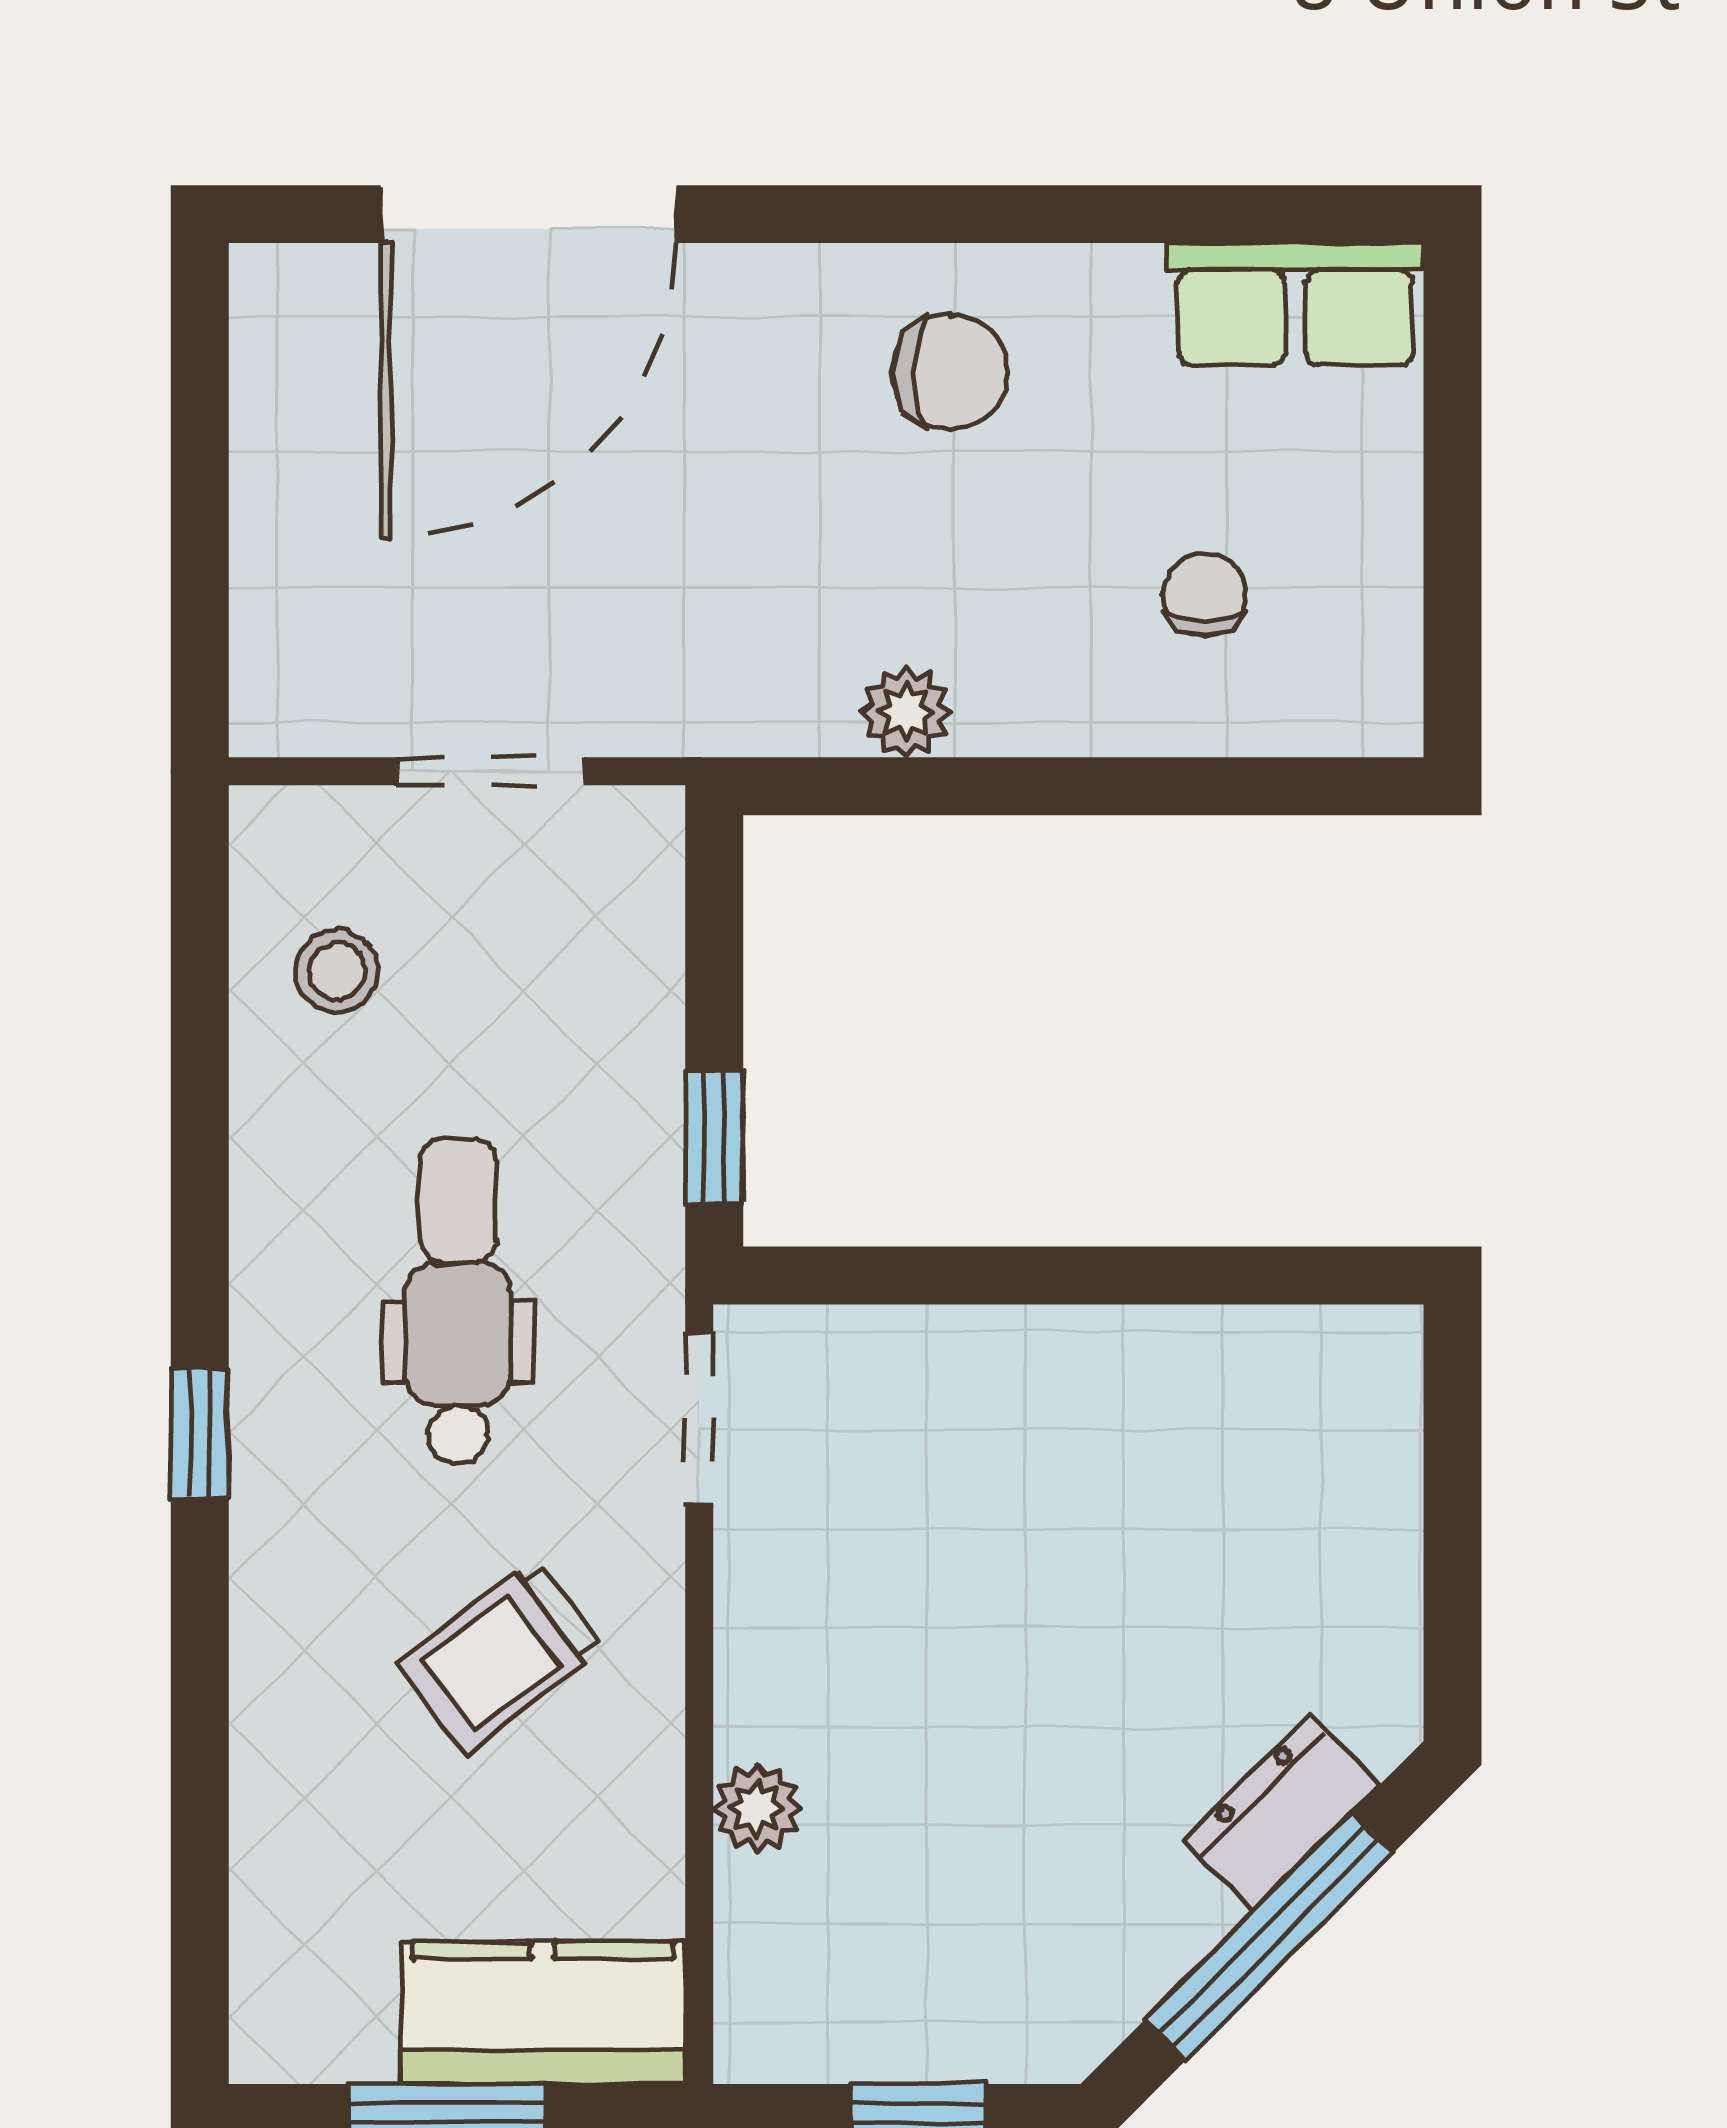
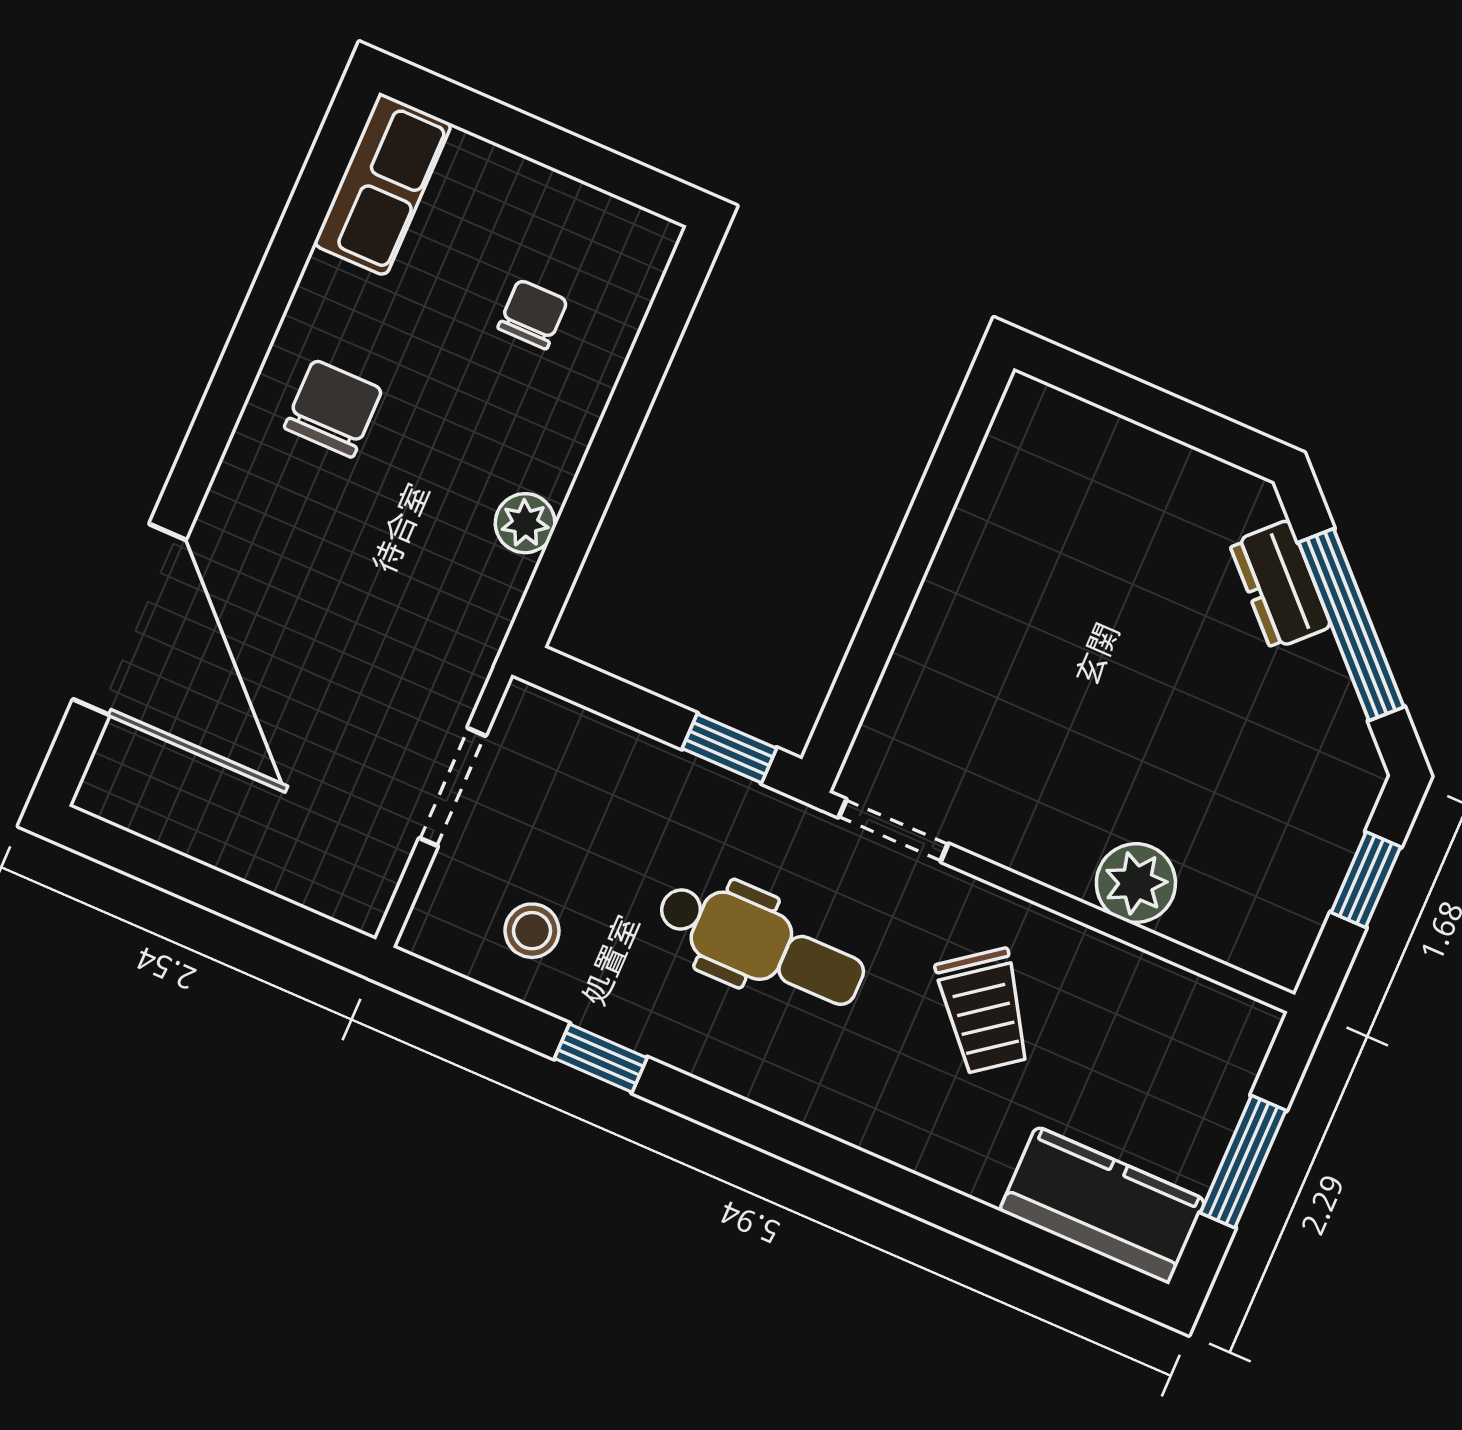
chair: (1205, 595) -> (533, 314), turned 90
dental chair: (458, 1301) -> (761, 944), turned 180
window: (200, 1433) -> (601, 1058), moved
plant: (757, 1808) -> (1136, 883), width x1.38, depth x1.38
kitchen counter: (543, 2013) -> (1102, 1205), moved, turned 90

